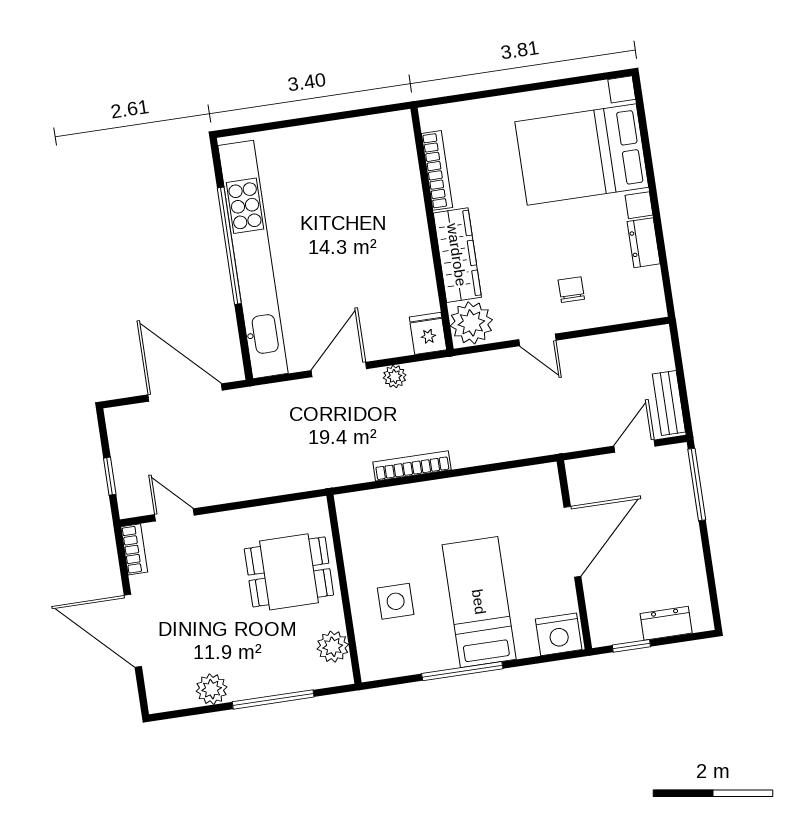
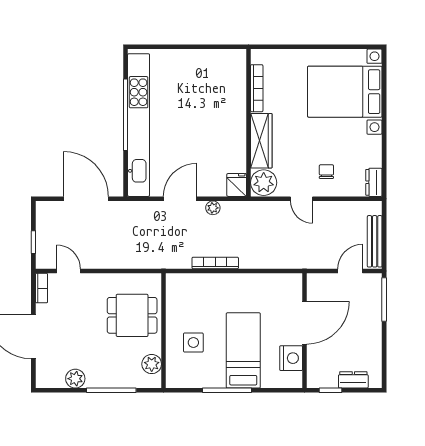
dresser: (644, 243) -> (374, 182), moved
bench: (669, 403) -> (375, 241), width x1.36
nightstand: (559, 634) -> (291, 358), moved, turned -90

